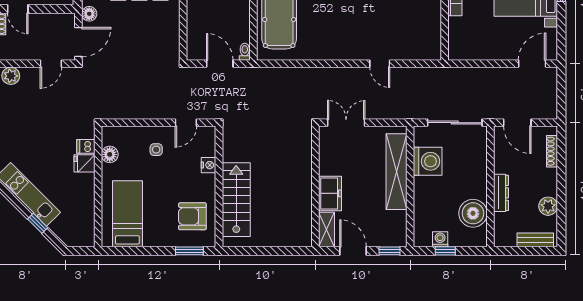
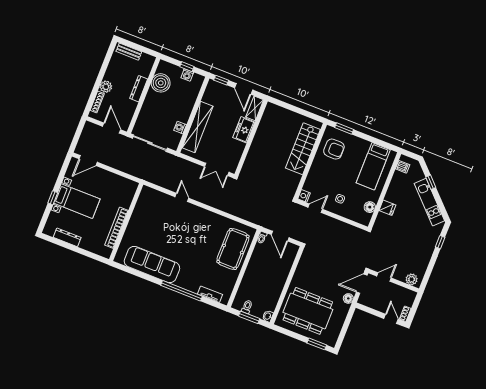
dishwasher: (86, 146) -> (403, 167), moved
washing machine: (428, 161) -> (180, 127), width x0.53, depth x0.53
nightstand: (209, 165) -> (304, 196), moved
plant: (548, 206) -> (106, 87), moved

